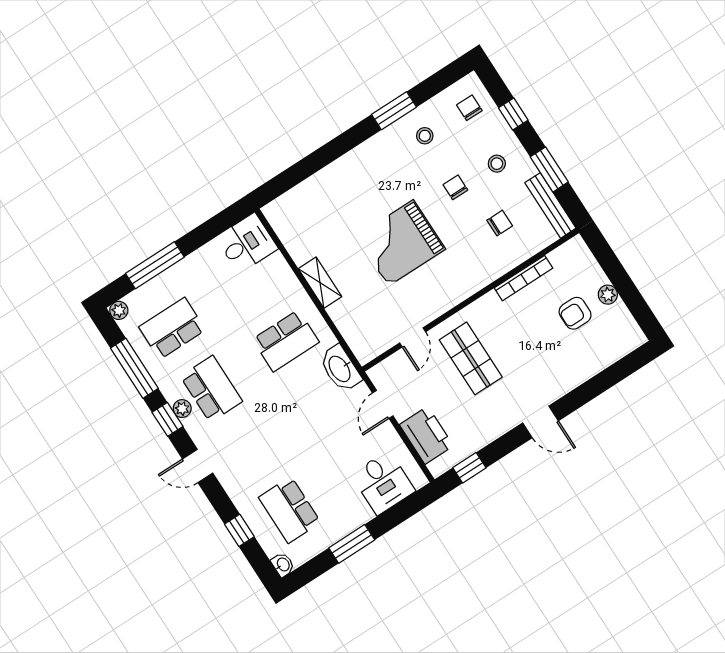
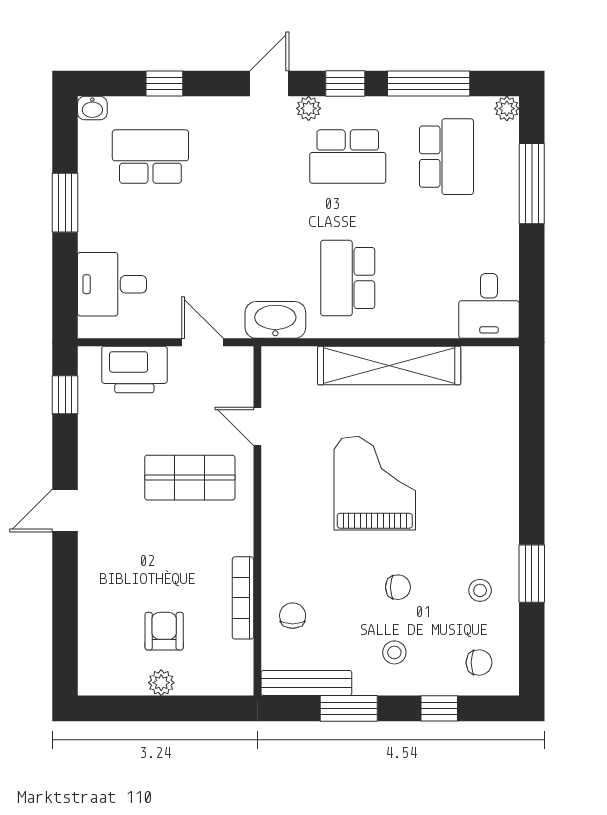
chair: (500, 223) -> (293, 616), moved, turned 180
shelving: (320, 283) -> (389, 365), width x2.20, depth x1.33
plant: (182, 409) -> (309, 108), moved

